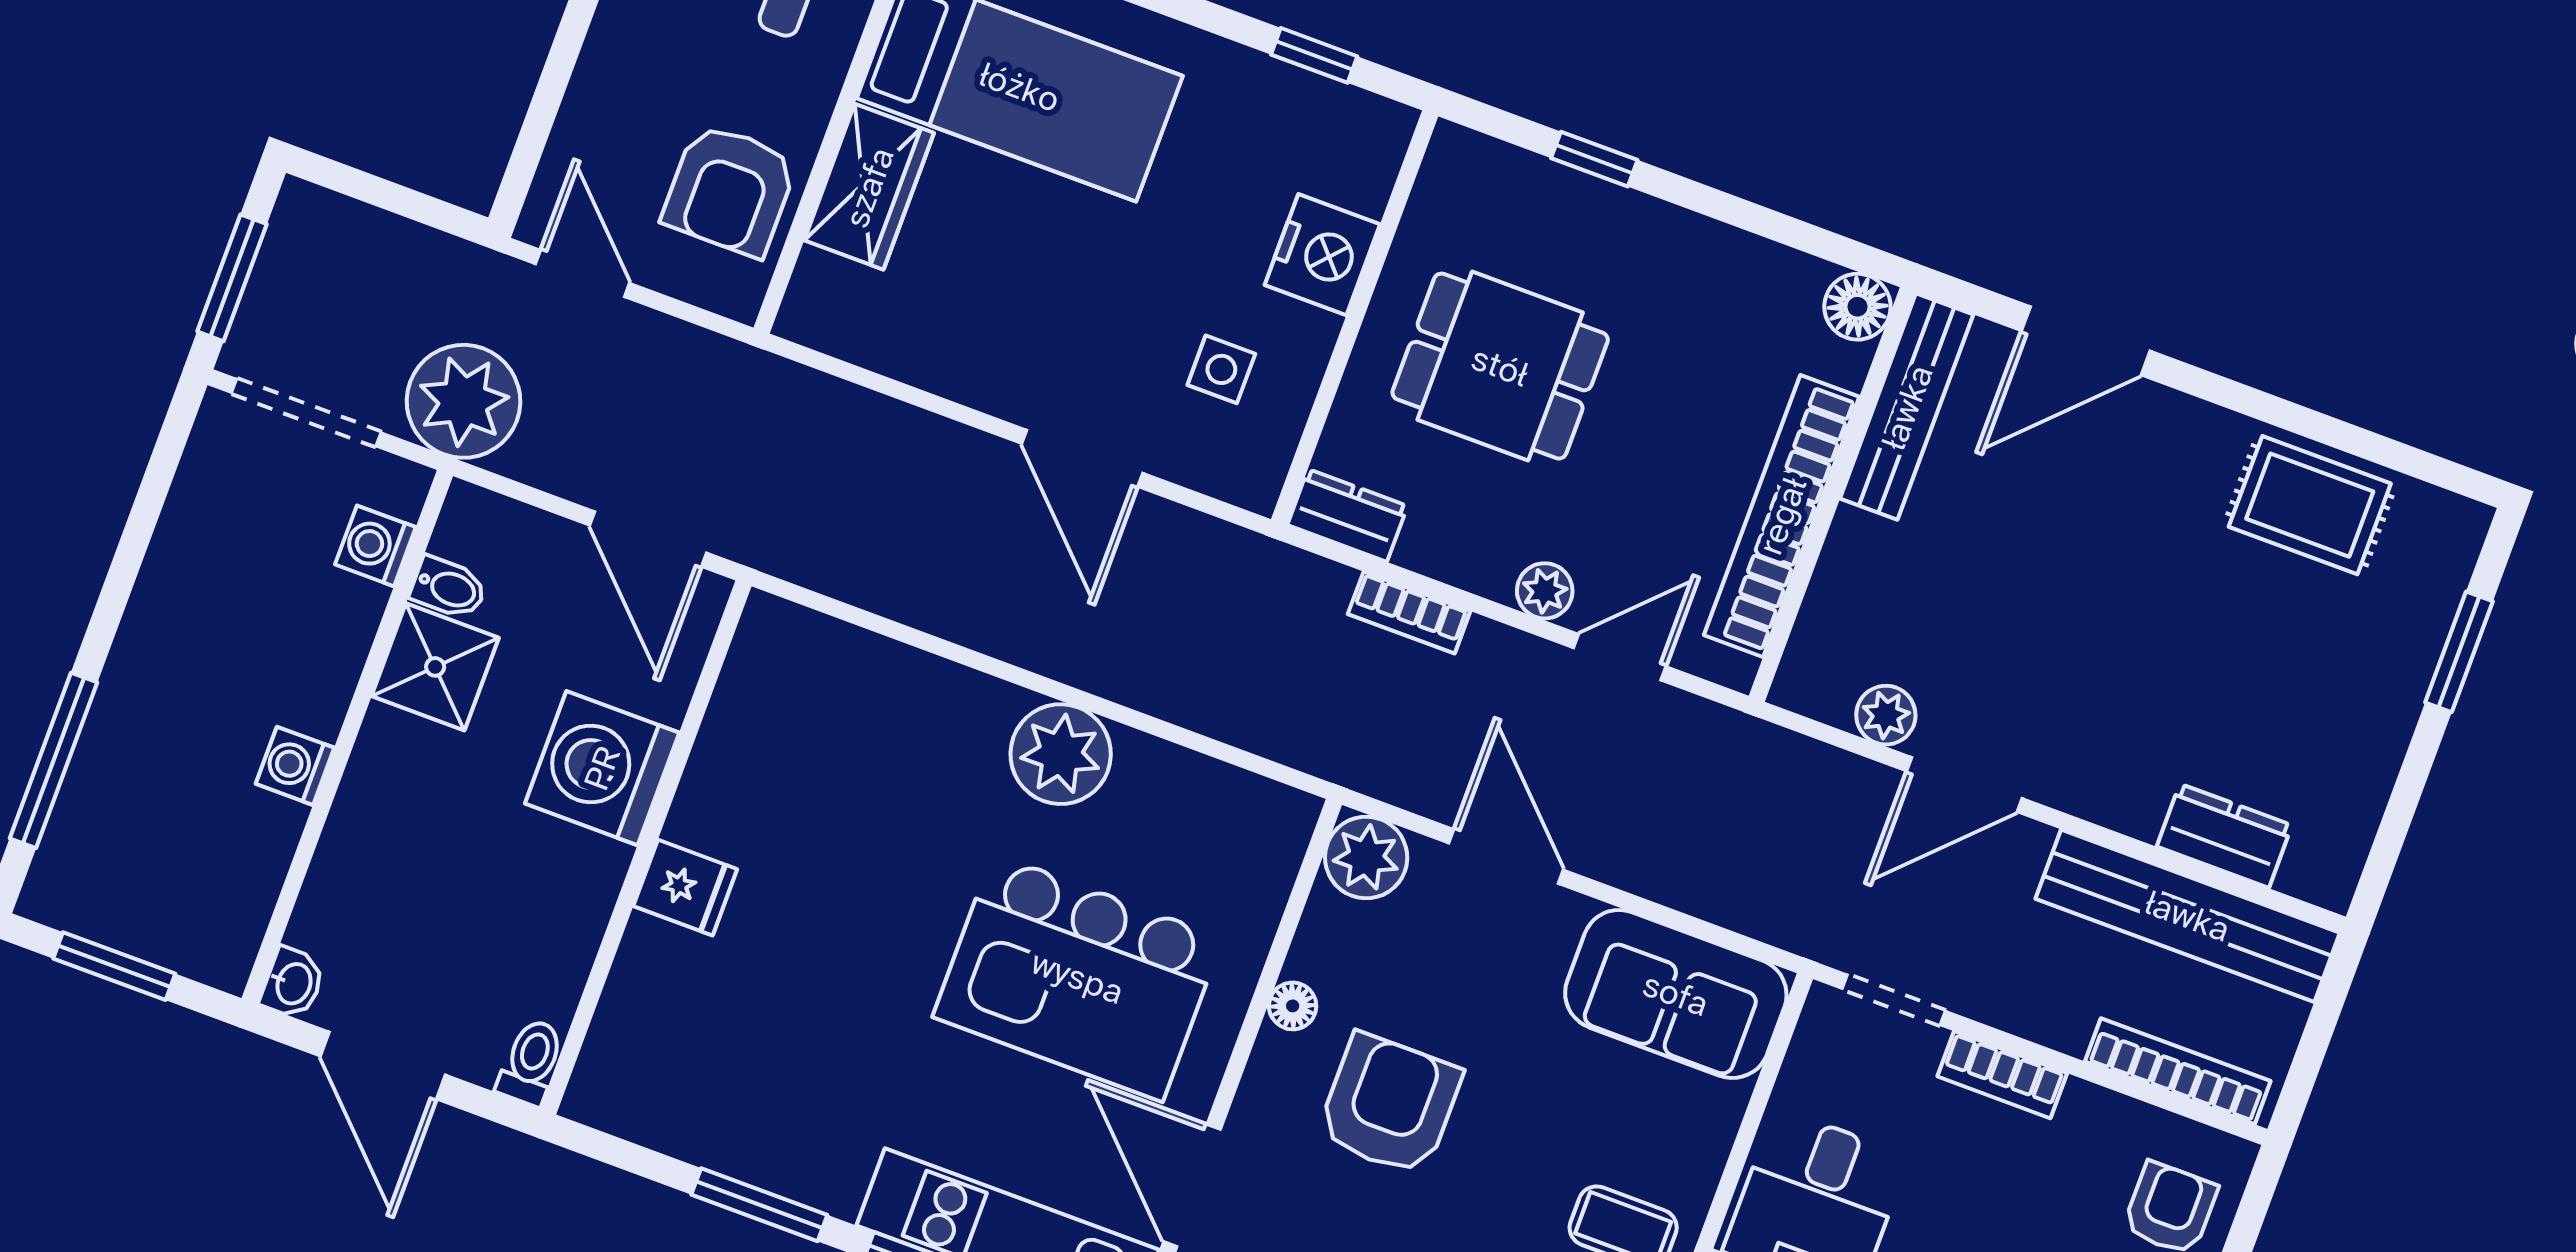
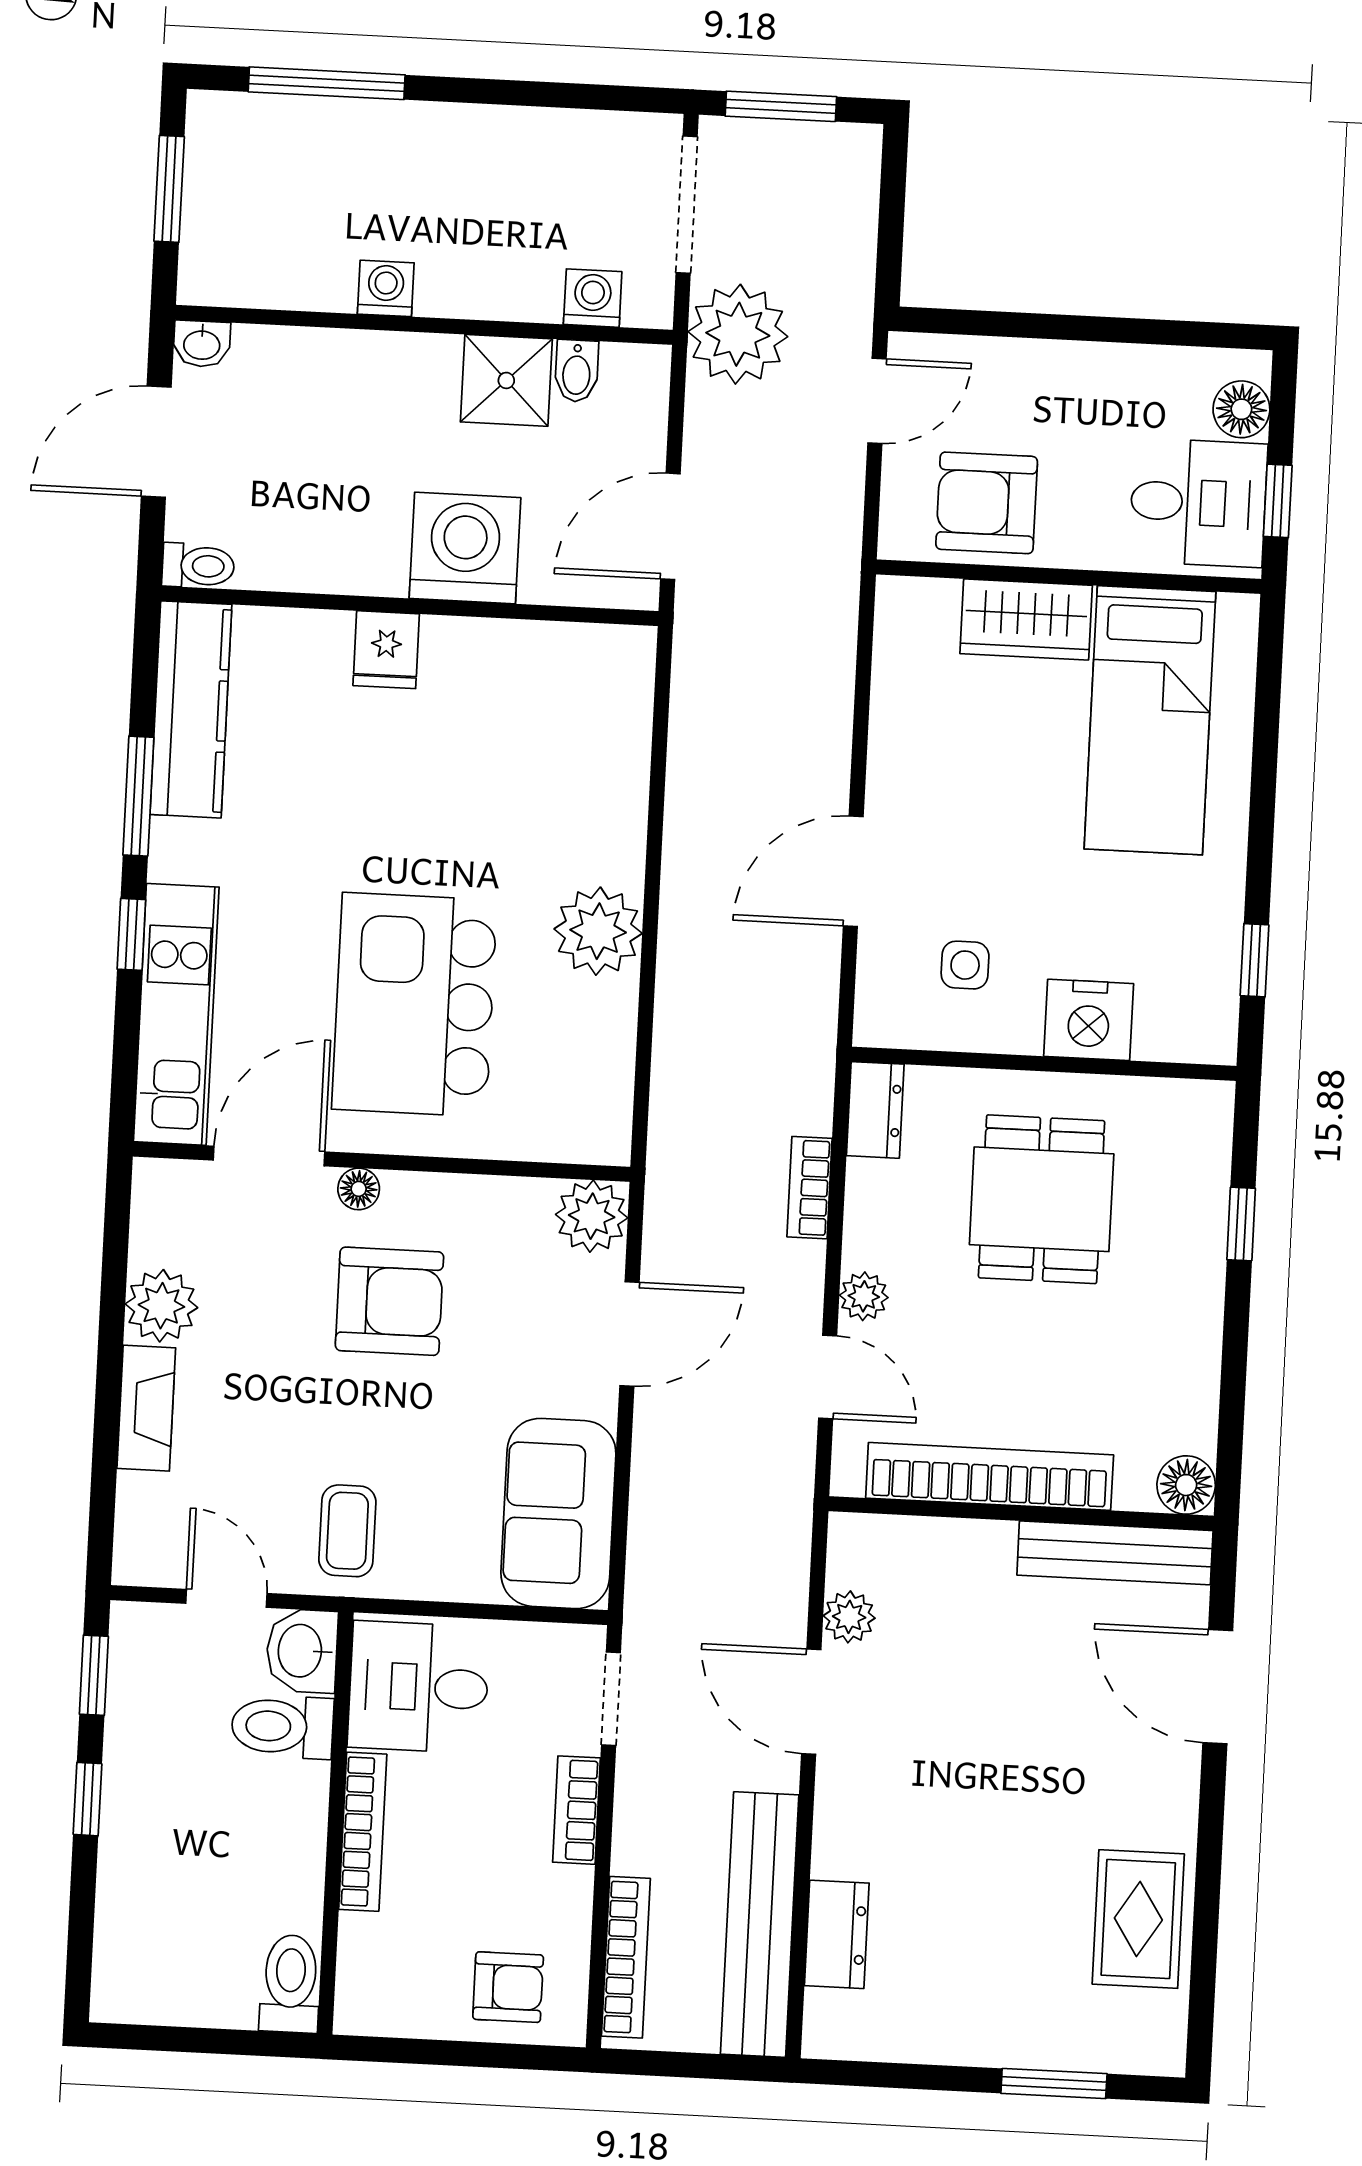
floor lamp: (1293, 1006) -> (359, 1189), moved
kitchen counter: (684, 1119) -> (191, 709), added

